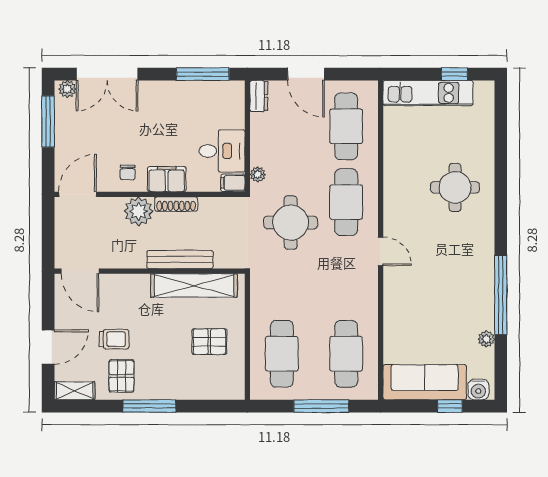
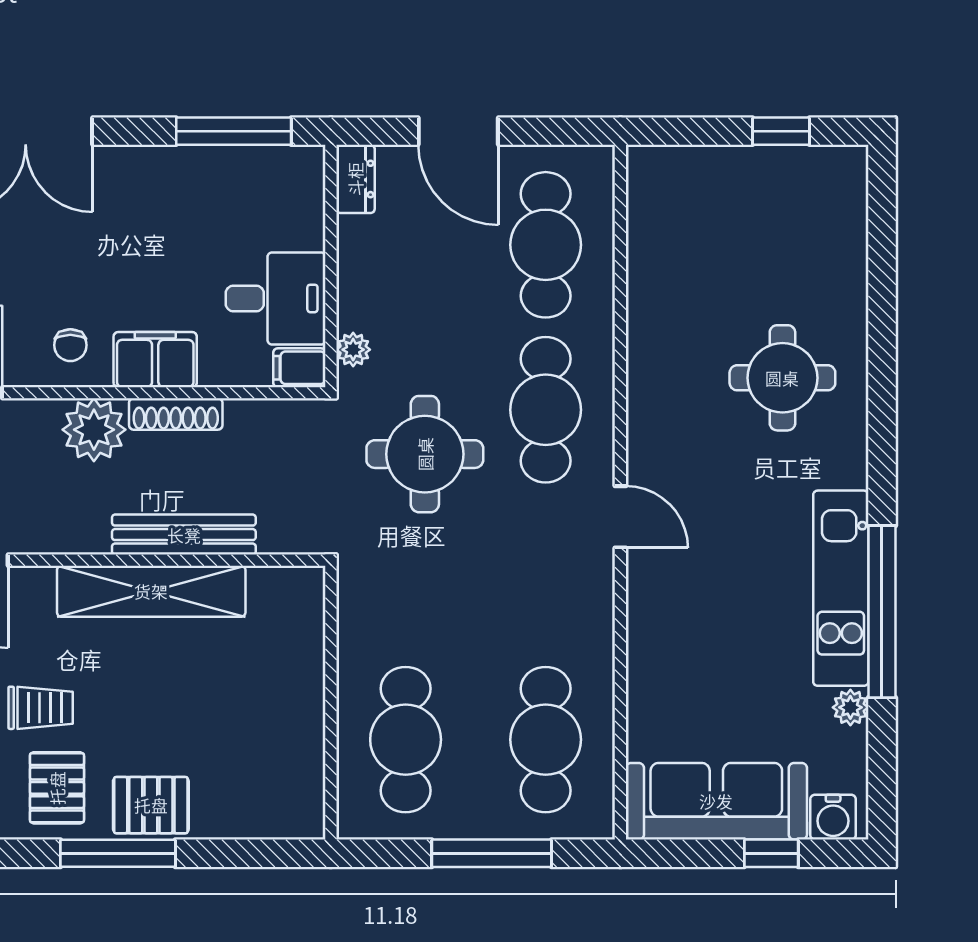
kitchen unit: (428, 93) -> (841, 588), moved, turned 90
shelving: (194, 286) -> (151, 591), moved
pallet: (209, 342) -> (151, 805), moved

